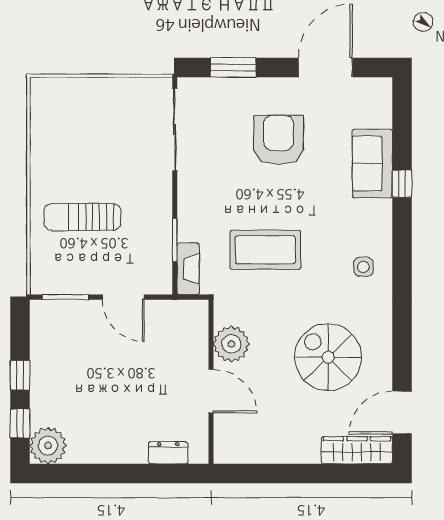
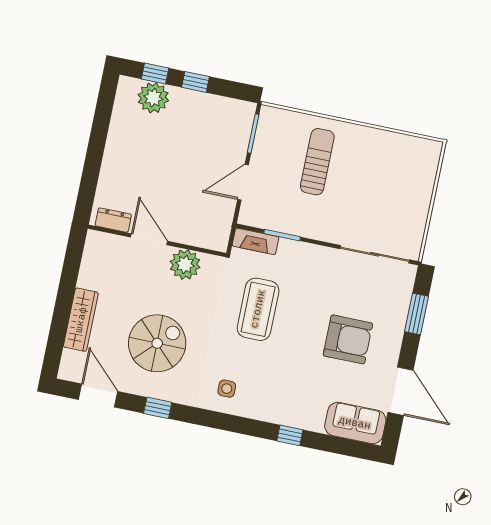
sofa: (372, 164) -> (355, 423), moved
window: (402, 341) -> (158, 408), added
door: (211, 391) -> (149, 239), swing flipped
plant: (48, 446) -> (153, 98), moved
wardrobe: (357, 450) -> (81, 320), moved
dresser: (168, 453) -> (113, 220), moved, turned -90

